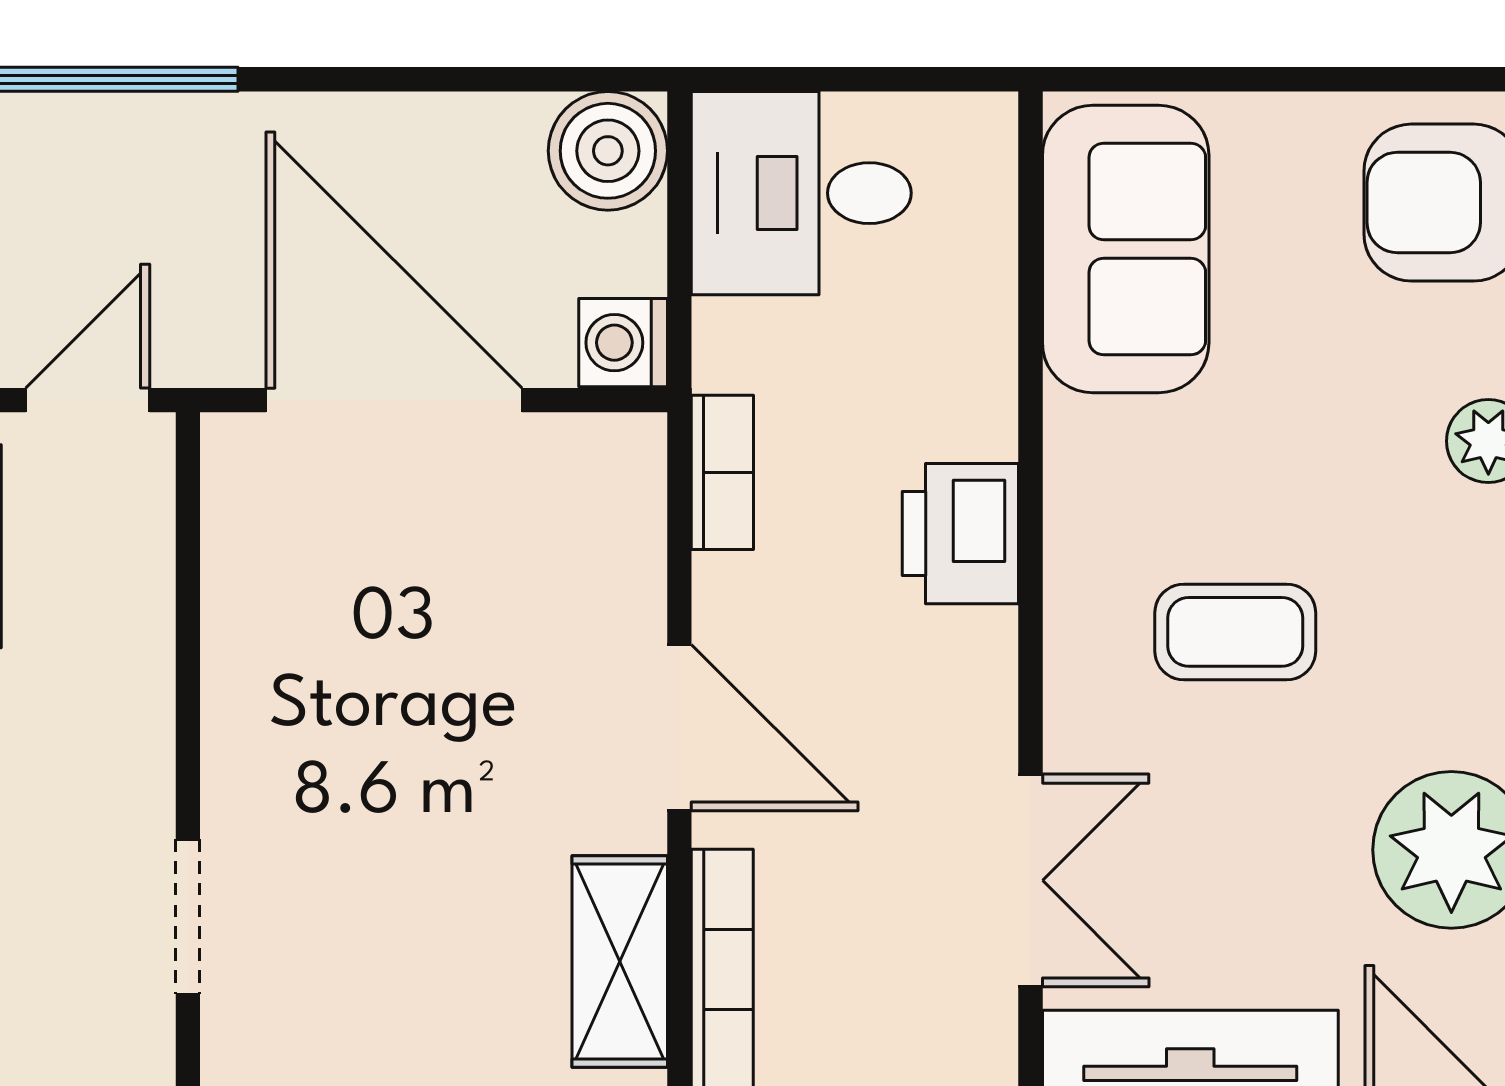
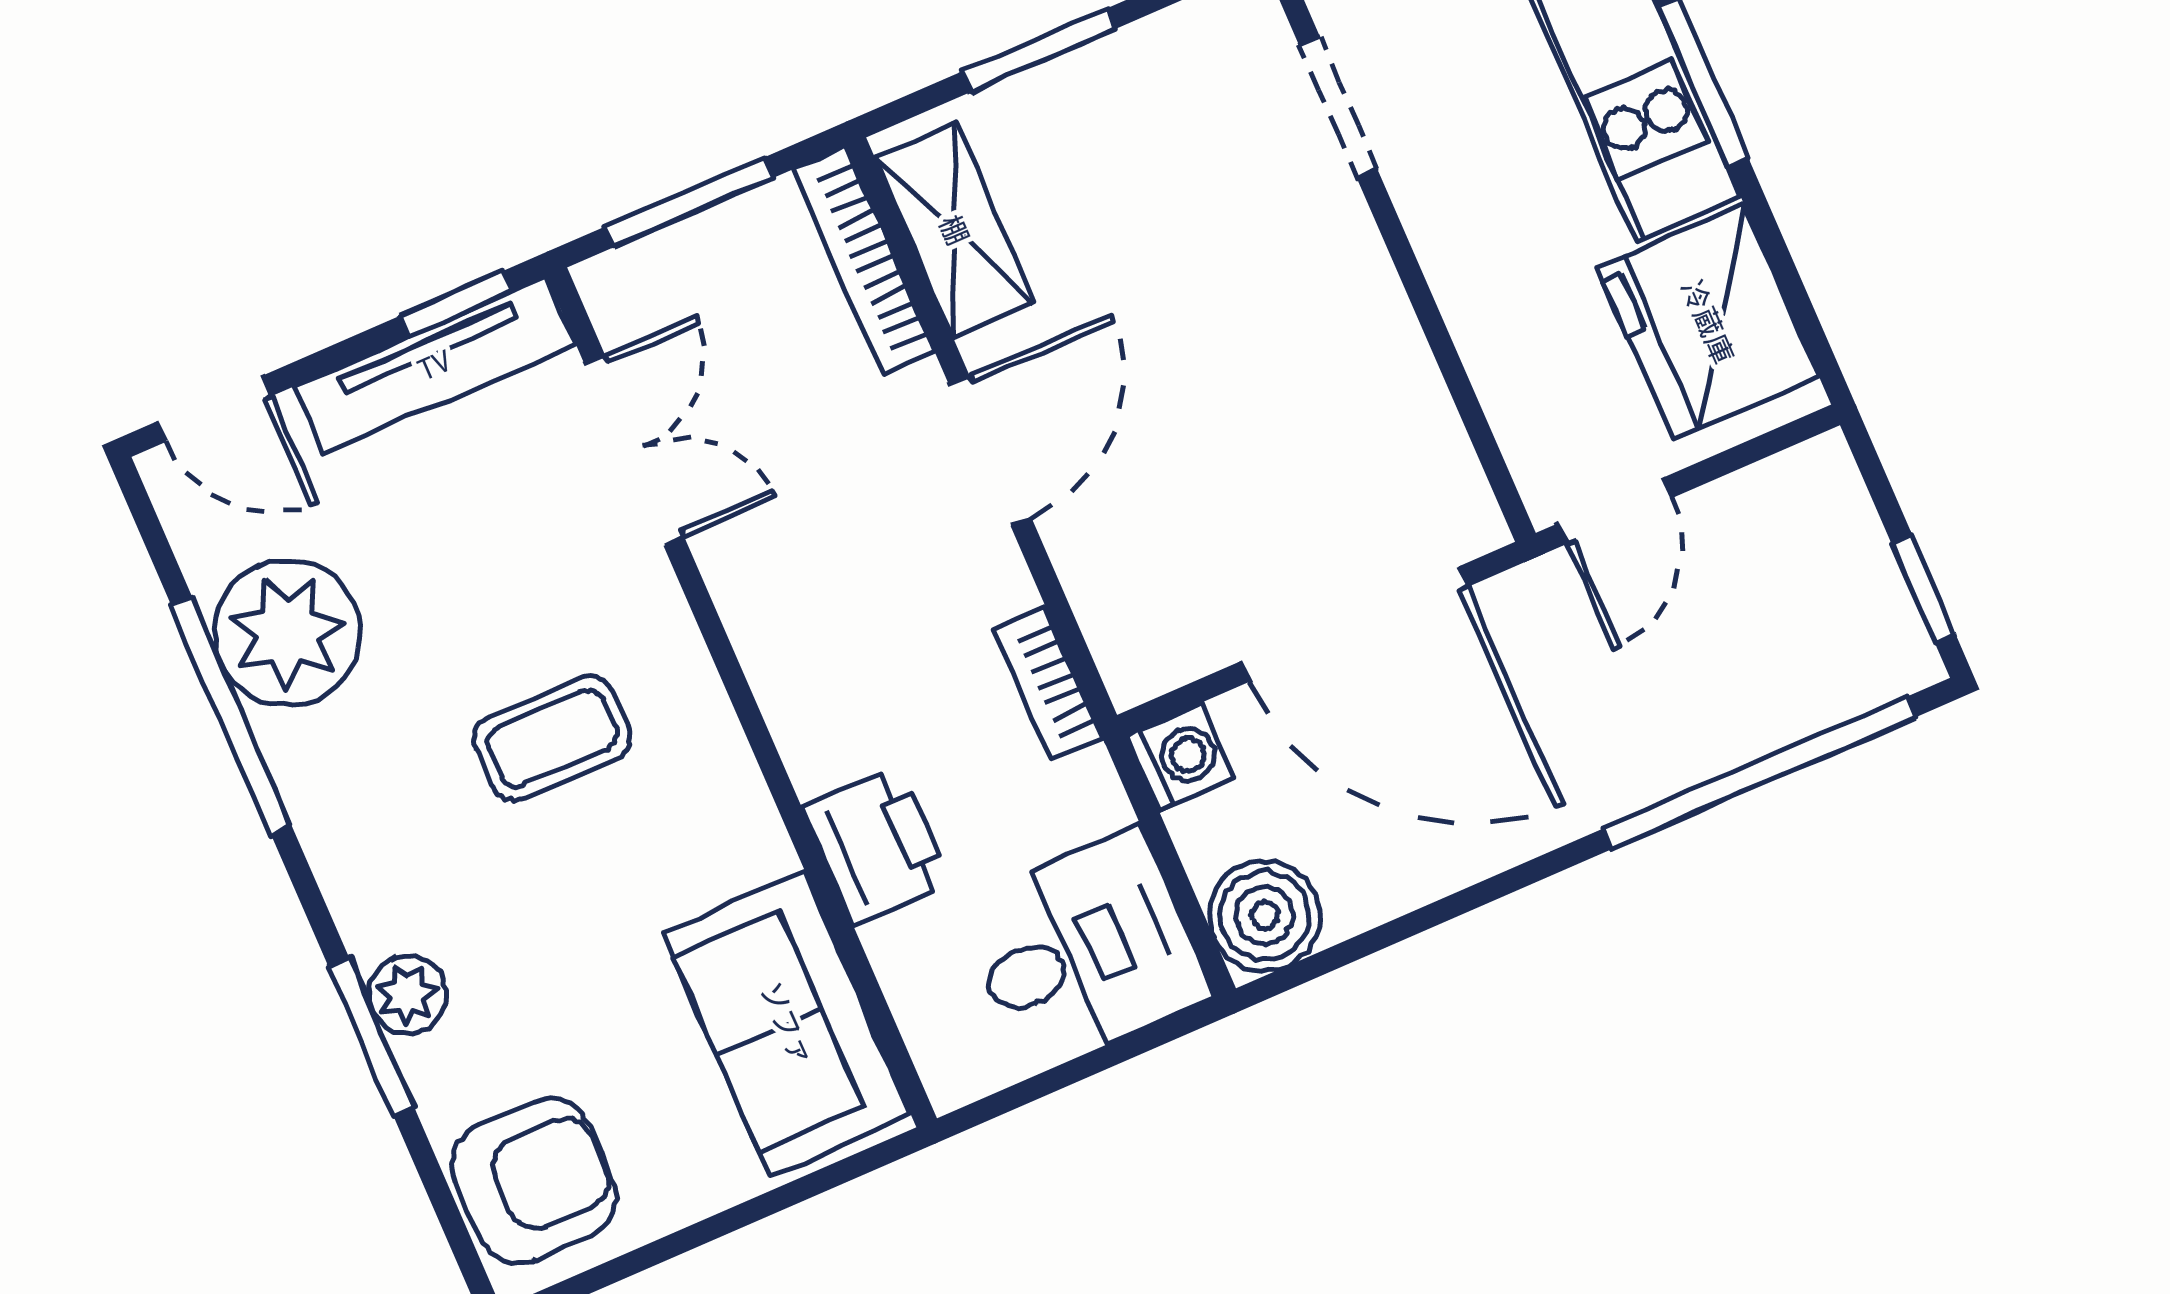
printer: (960, 534) -> (877, 845), moved
door: (679, 728) -> (990, 451), swing flipped
double door: (1030, 880) -> (634, 451), swing flipped

